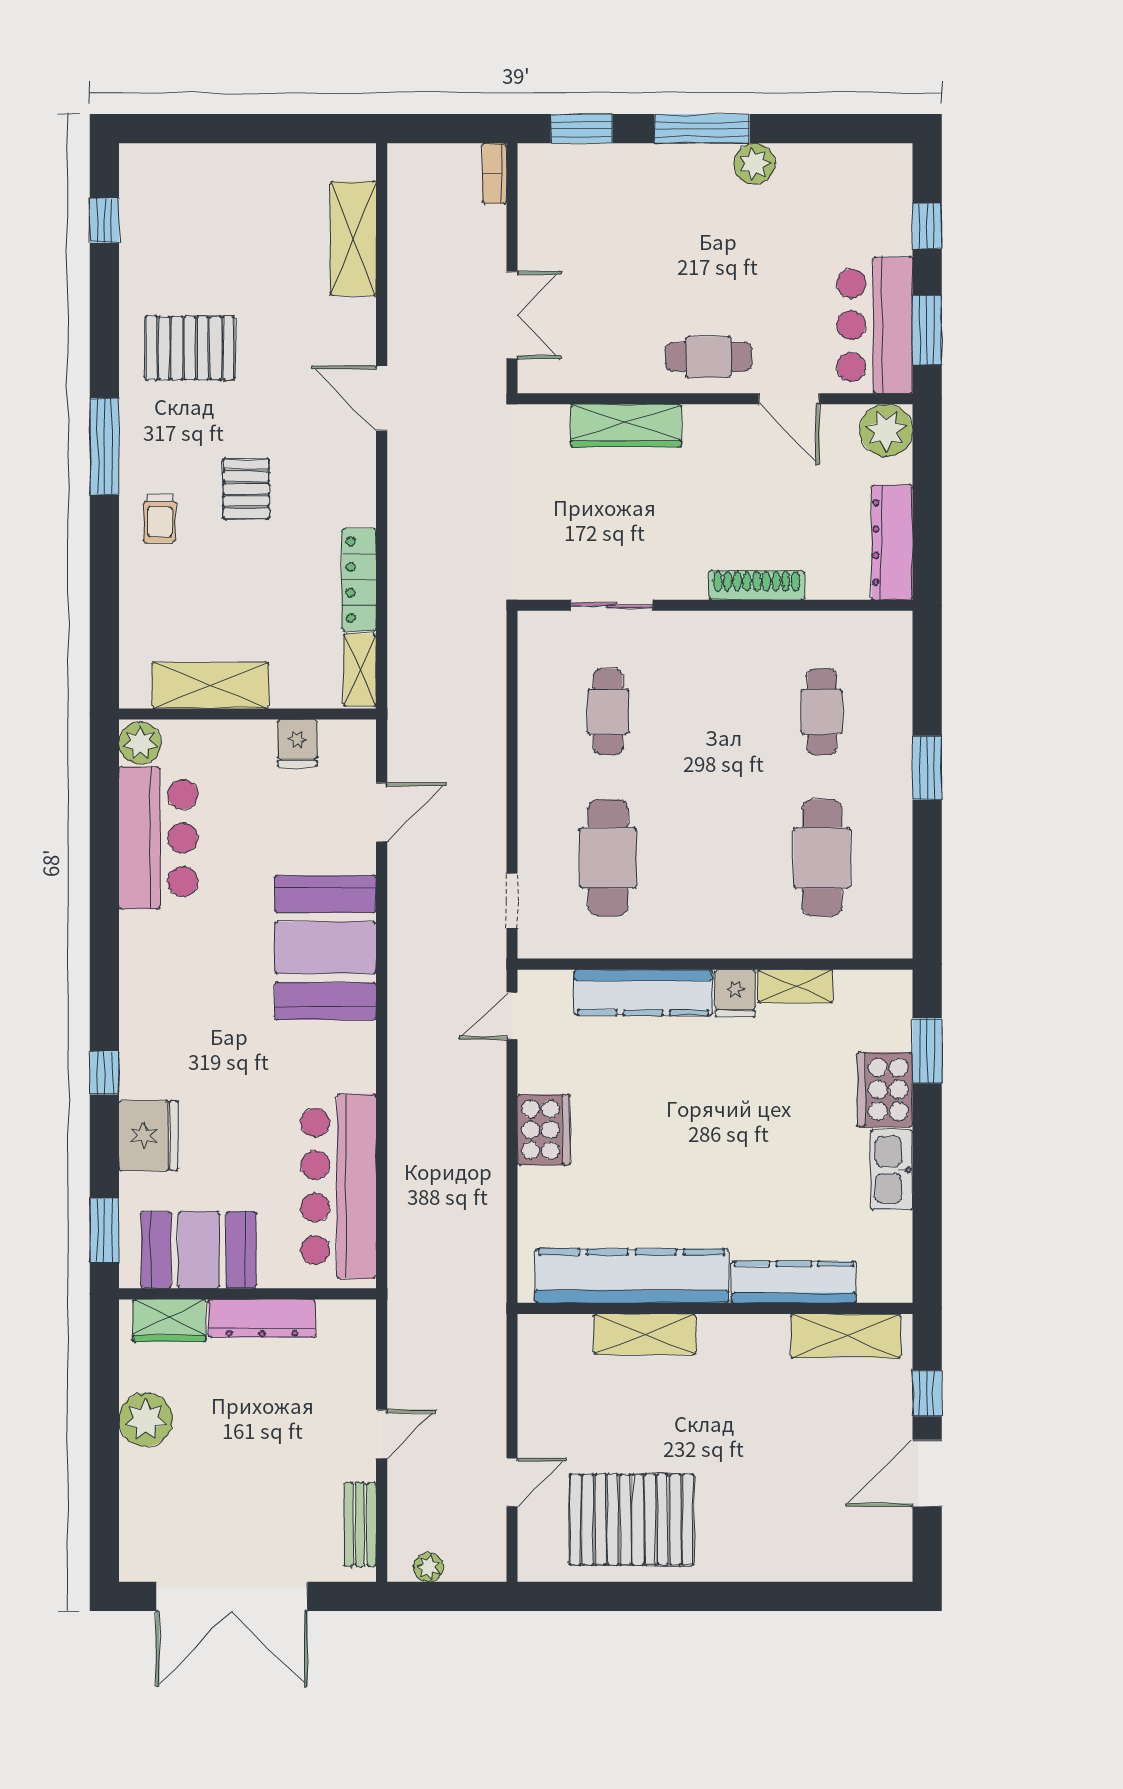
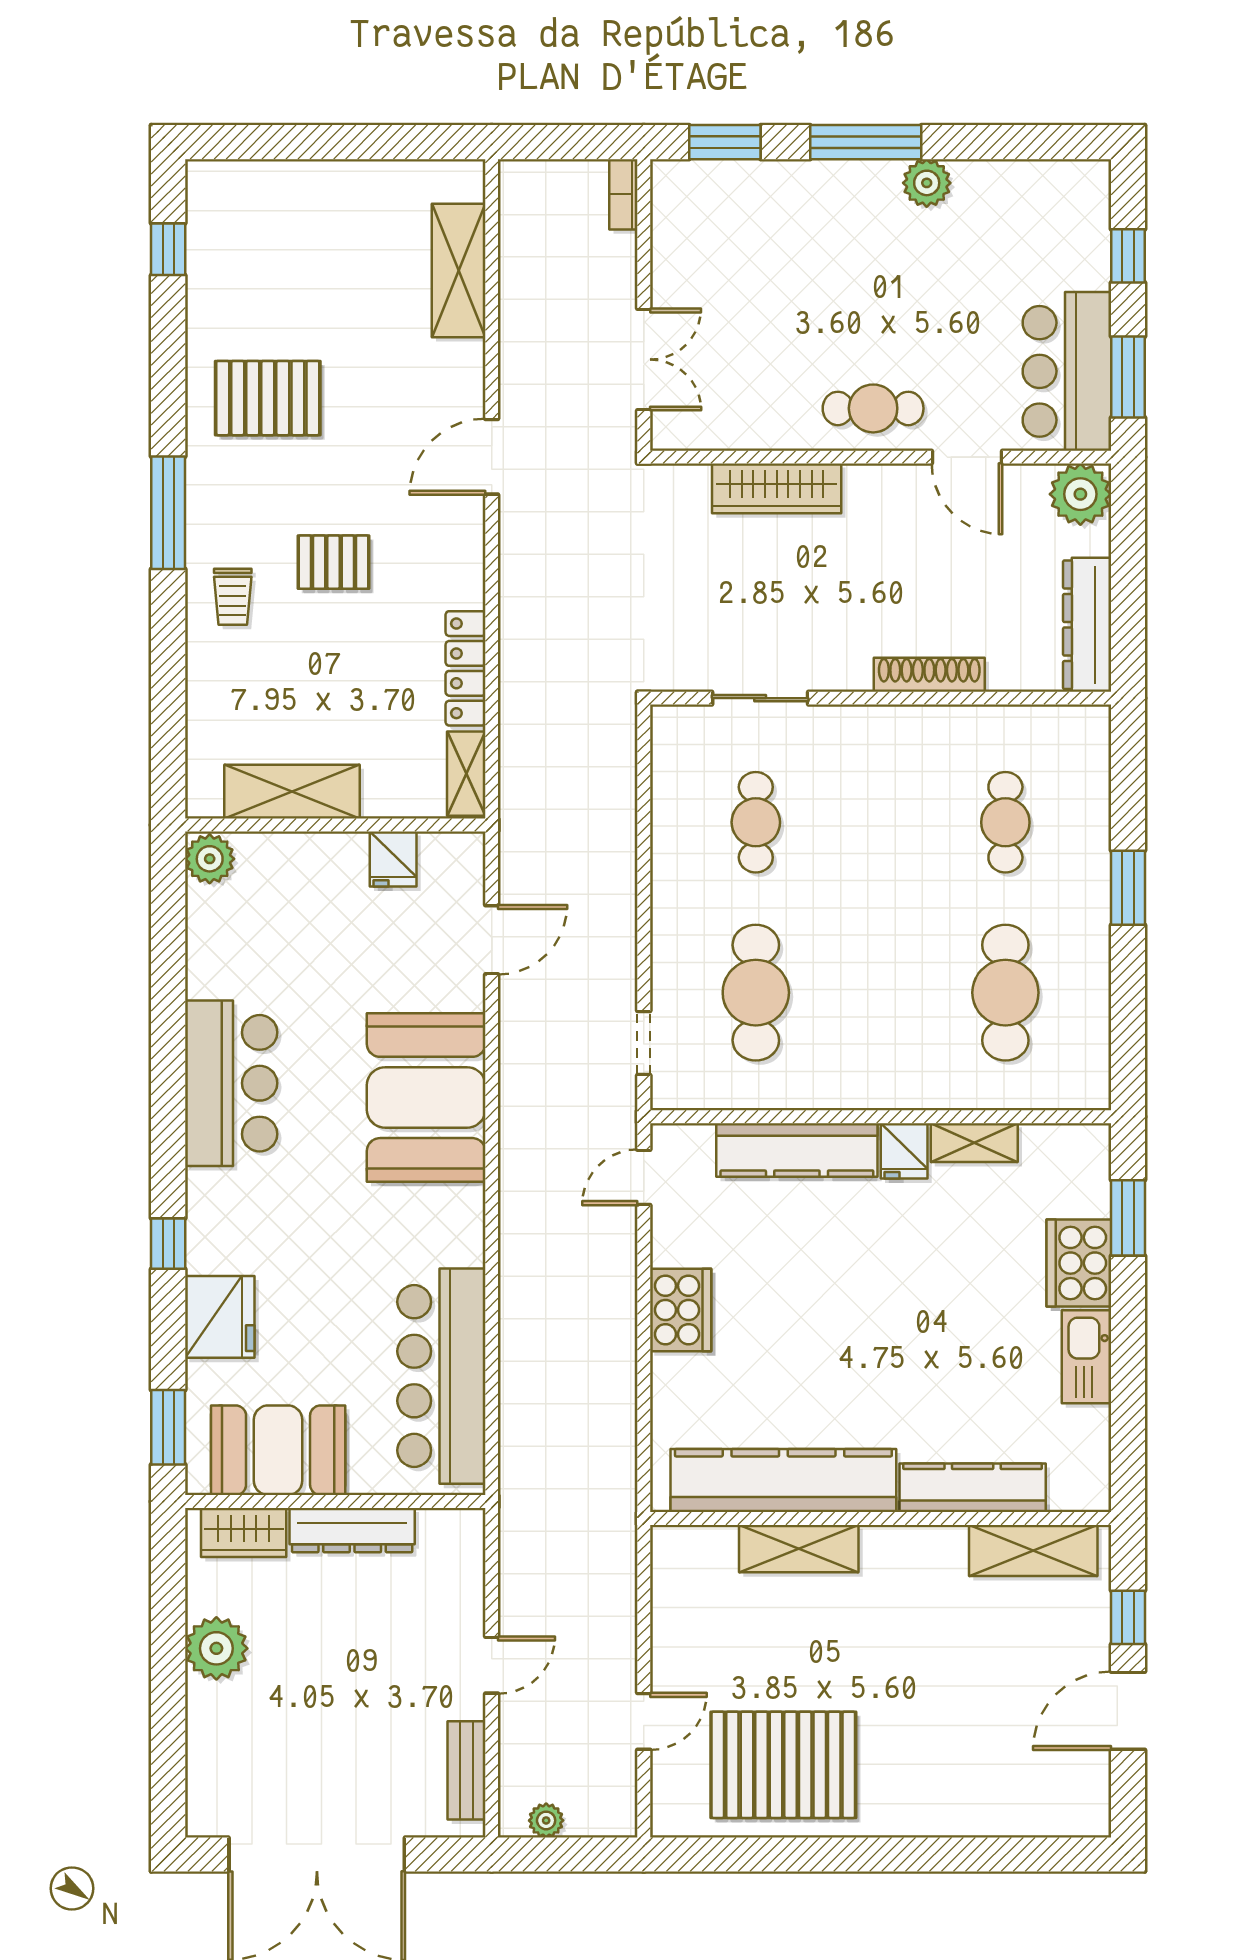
door: (382, 398) -> (492, 457), hinge flipped
pallet: (246, 489) -> (334, 562), turned 90
bar counter: (158, 838) -> (231, 1083), moved

